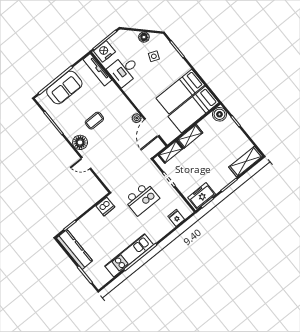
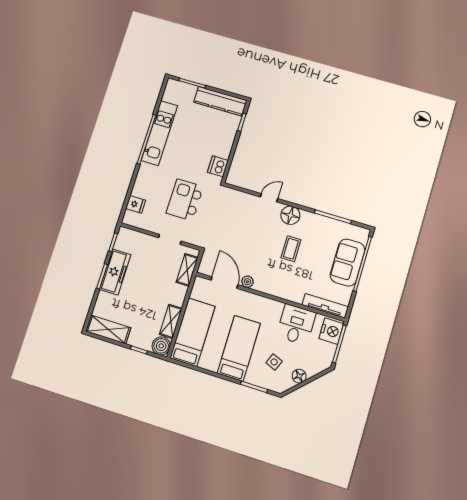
bed: (180, 92) -> (239, 348), moved
shelving: (190, 136) -> (171, 321), moved
shelving: (246, 162) -> (108, 329), moved, turned 90
freezer: (202, 196) -> (115, 272), moved, width x1.40

